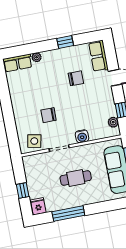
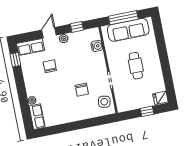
window: (65, 42) -> (15, 60), moved
plant: (113, 122) -> (64, 39), moved
water cooler: (82, 136) -> (97, 46), moved
window: (68, 213) -> (166, 72), removed

